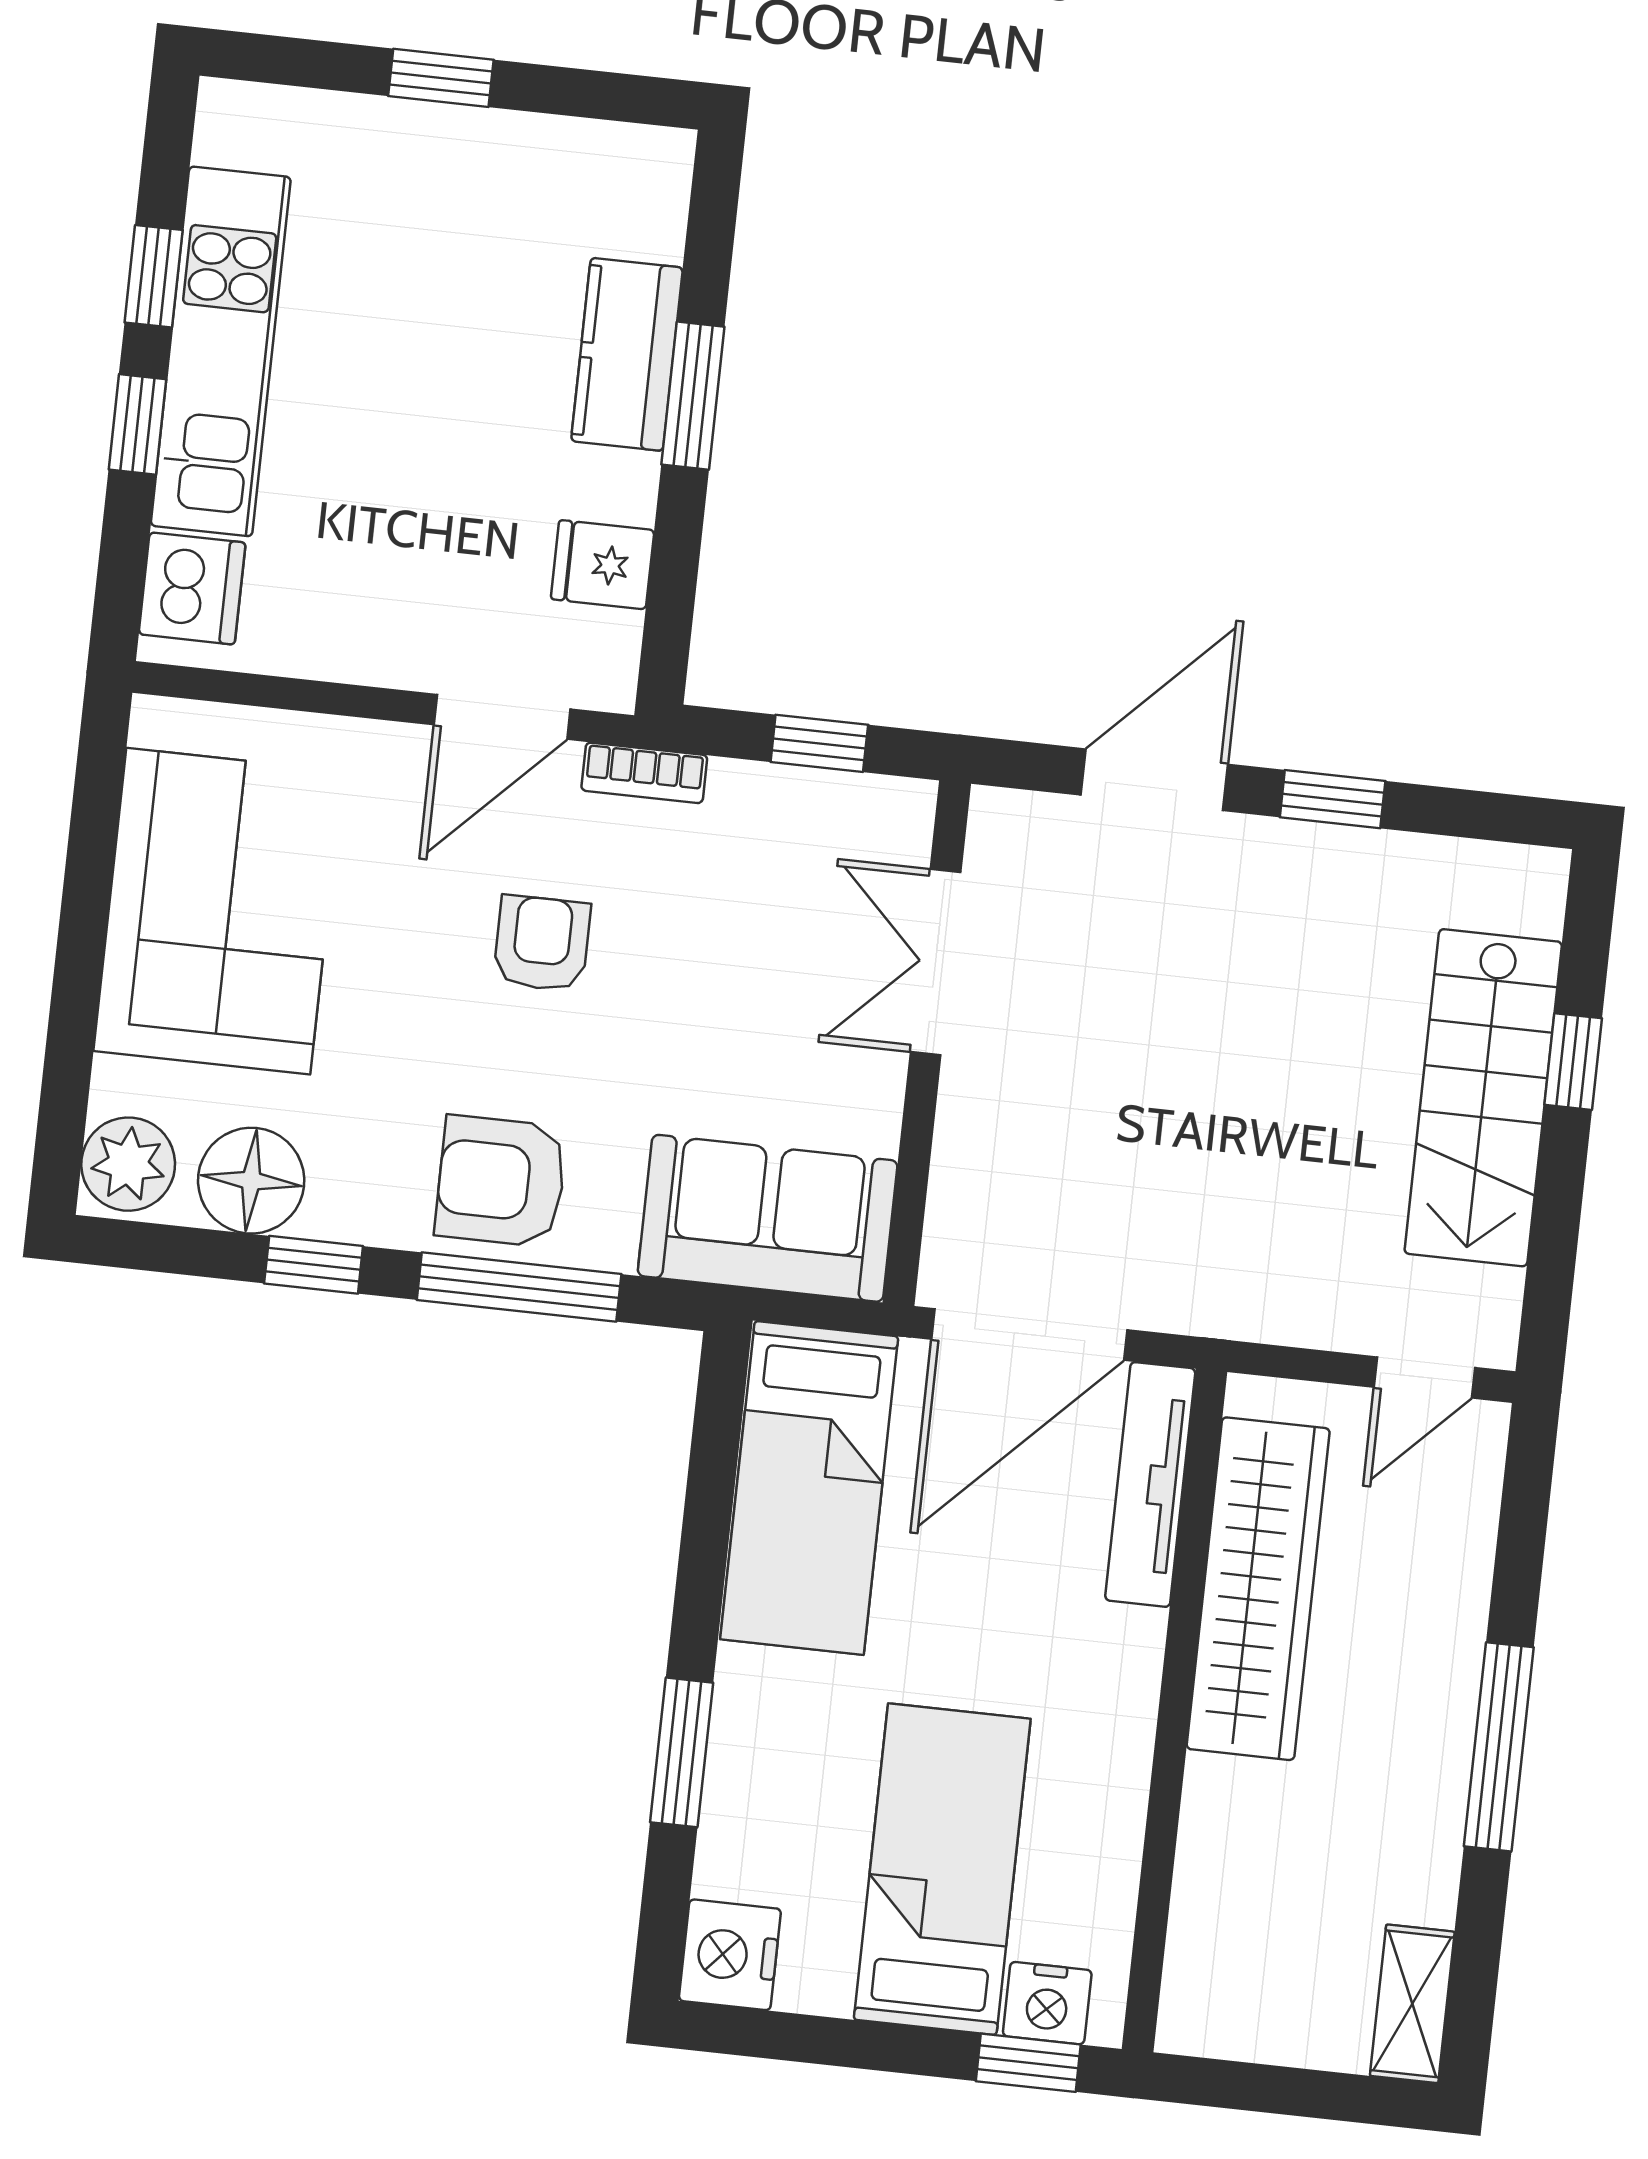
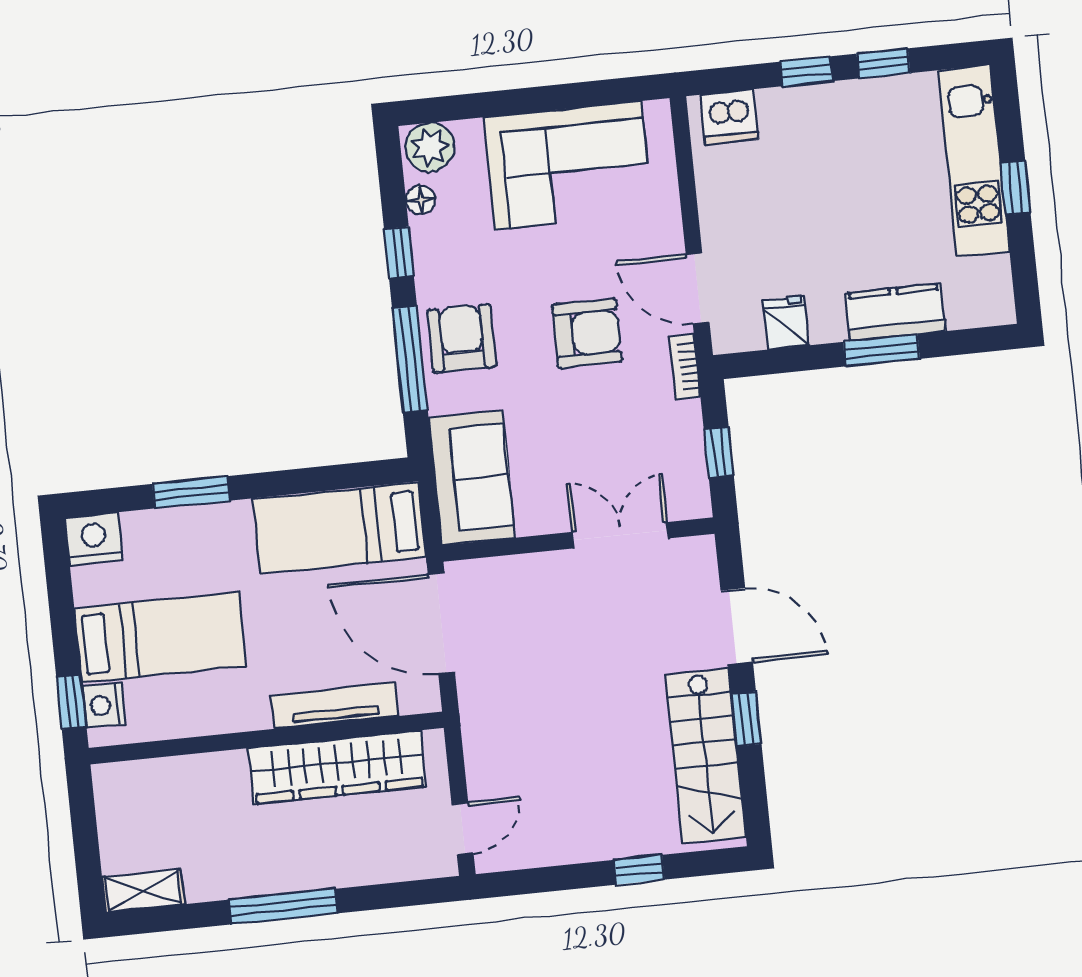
kitchen unit: (221, 351) -> (974, 161), moved, turned 90
armchair: (542, 943) -> (587, 333), width x1.38, depth x1.38
stairs: (1483, 1098) -> (705, 756), moved, turned -90
floor lamp: (251, 1181) -> (421, 200), width x0.53, depth x0.53
door: (1424, 1377) -> (463, 829), swing flipped
tv unit: (1150, 1484) -> (335, 706), moved

